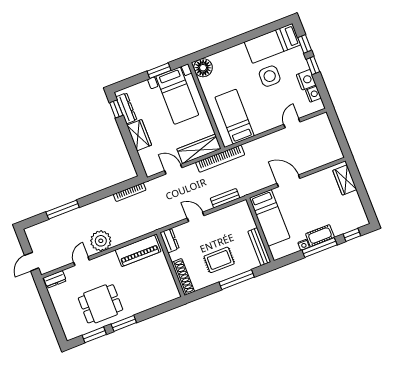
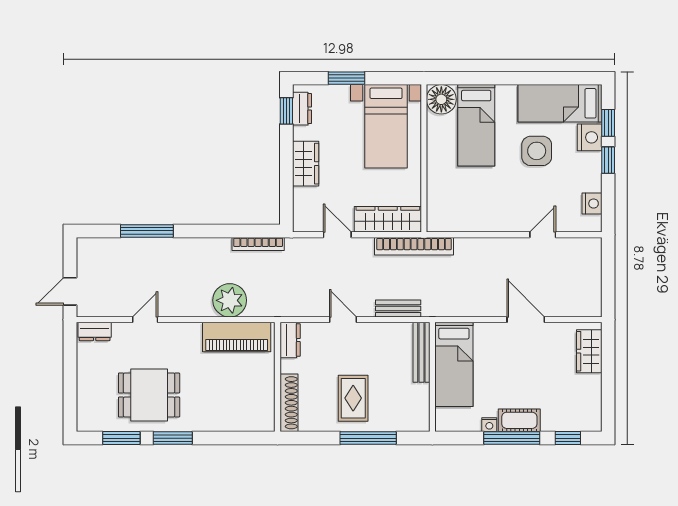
window: (159, 71) -> (347, 78), moved
nightstand: (306, 80) -> (590, 137), moved
dresser: (126, 108) -> (302, 109), width x0.70
bed: (235, 117) -> (476, 125), moved, turned 180
door: (288, 181) -> (526, 320), moved
plant: (101, 241) -> (230, 300), moved
bench: (259, 247) -> (421, 352), moved
rug: (219, 260) -> (353, 398), turned 90

